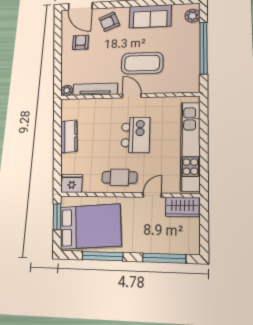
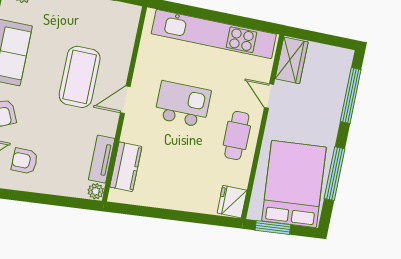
tv unit: (95, 89) -> (102, 159), width x0.71
kitchen counter: (69, 136) -> (126, 167), moved, turned 95

